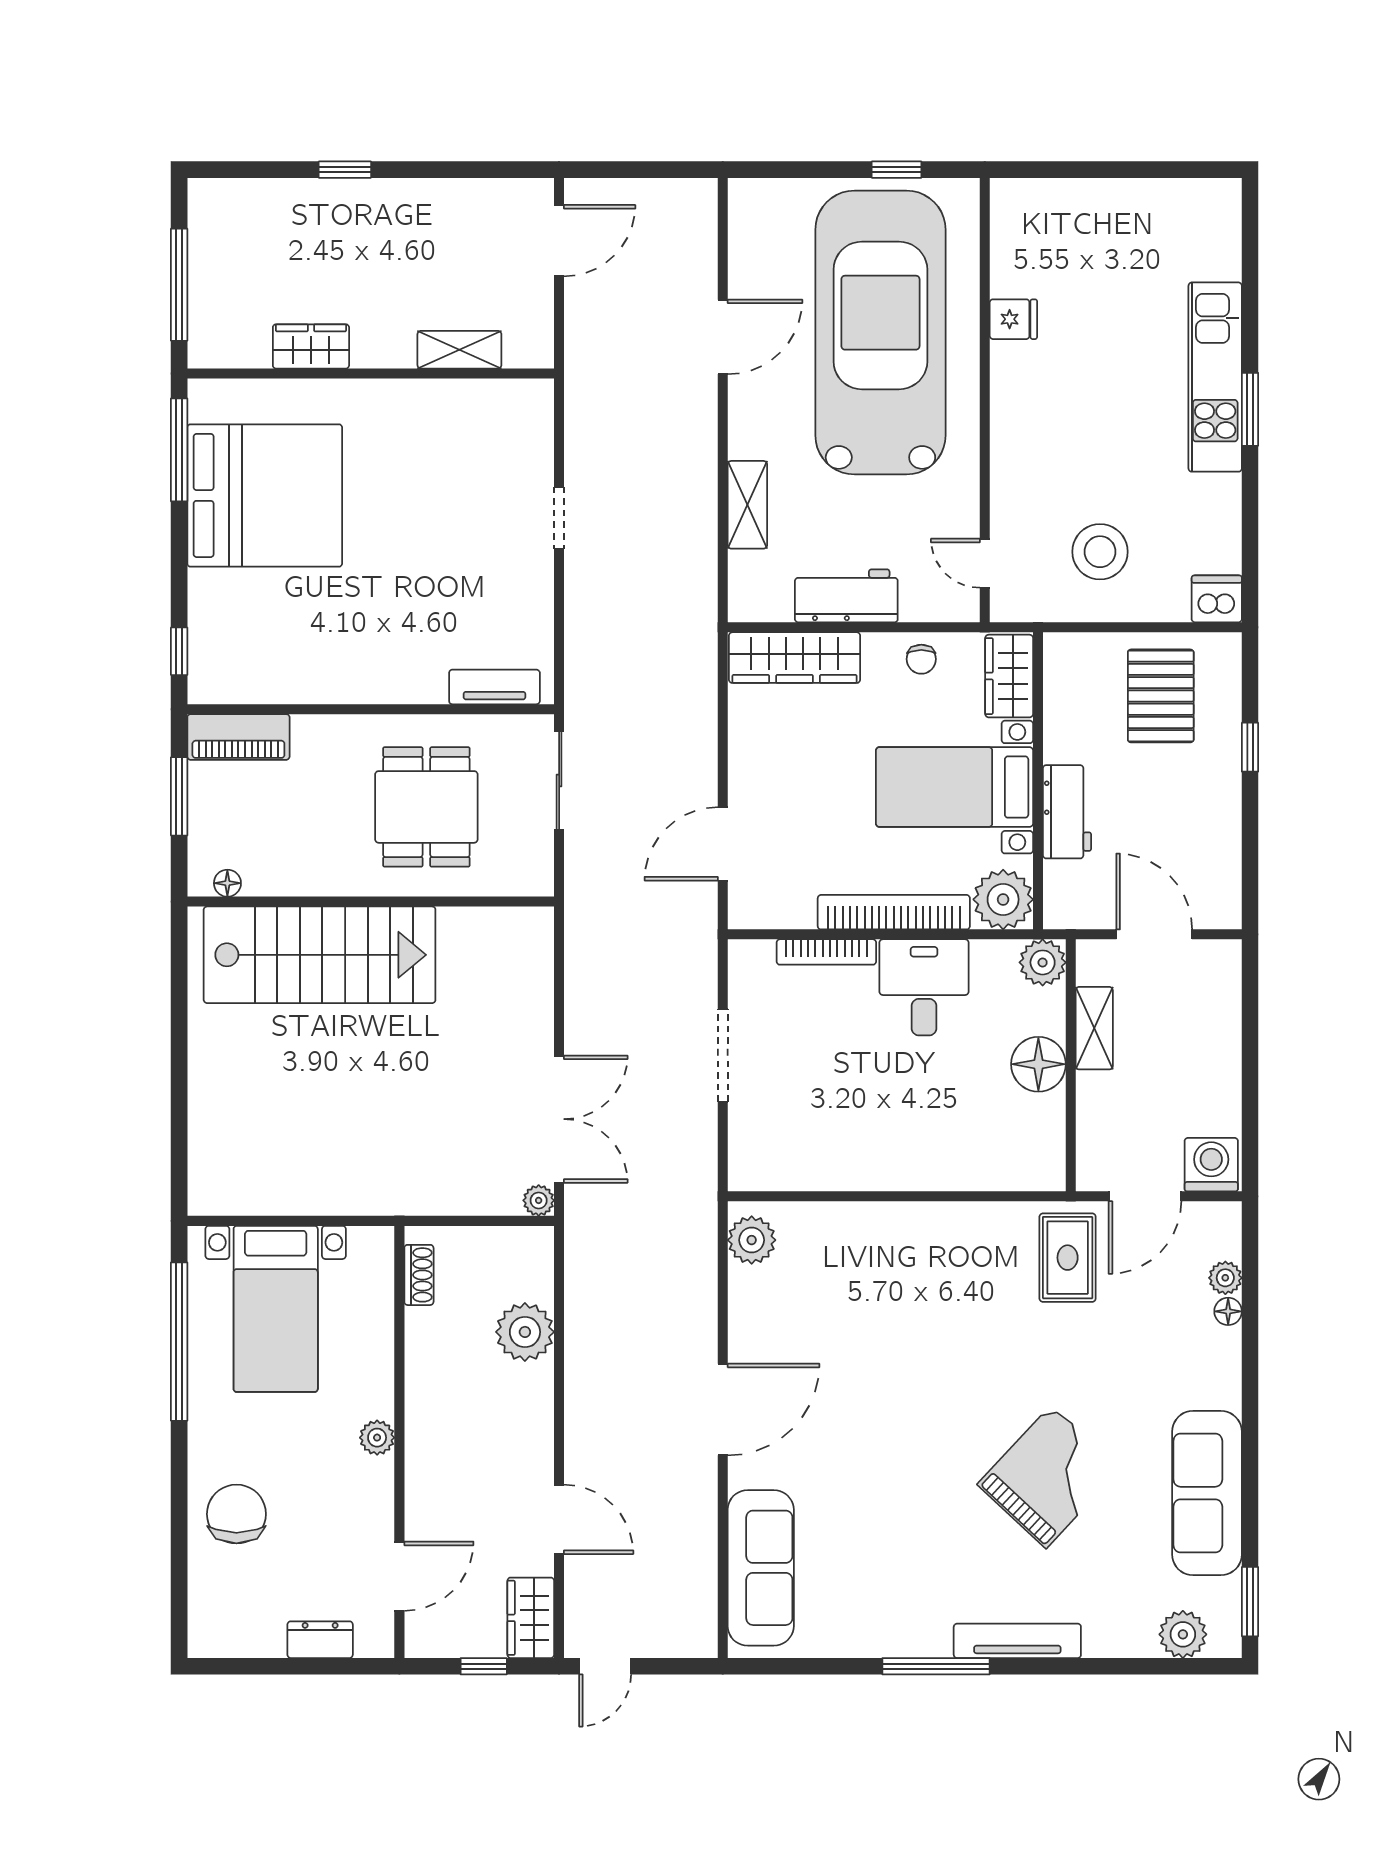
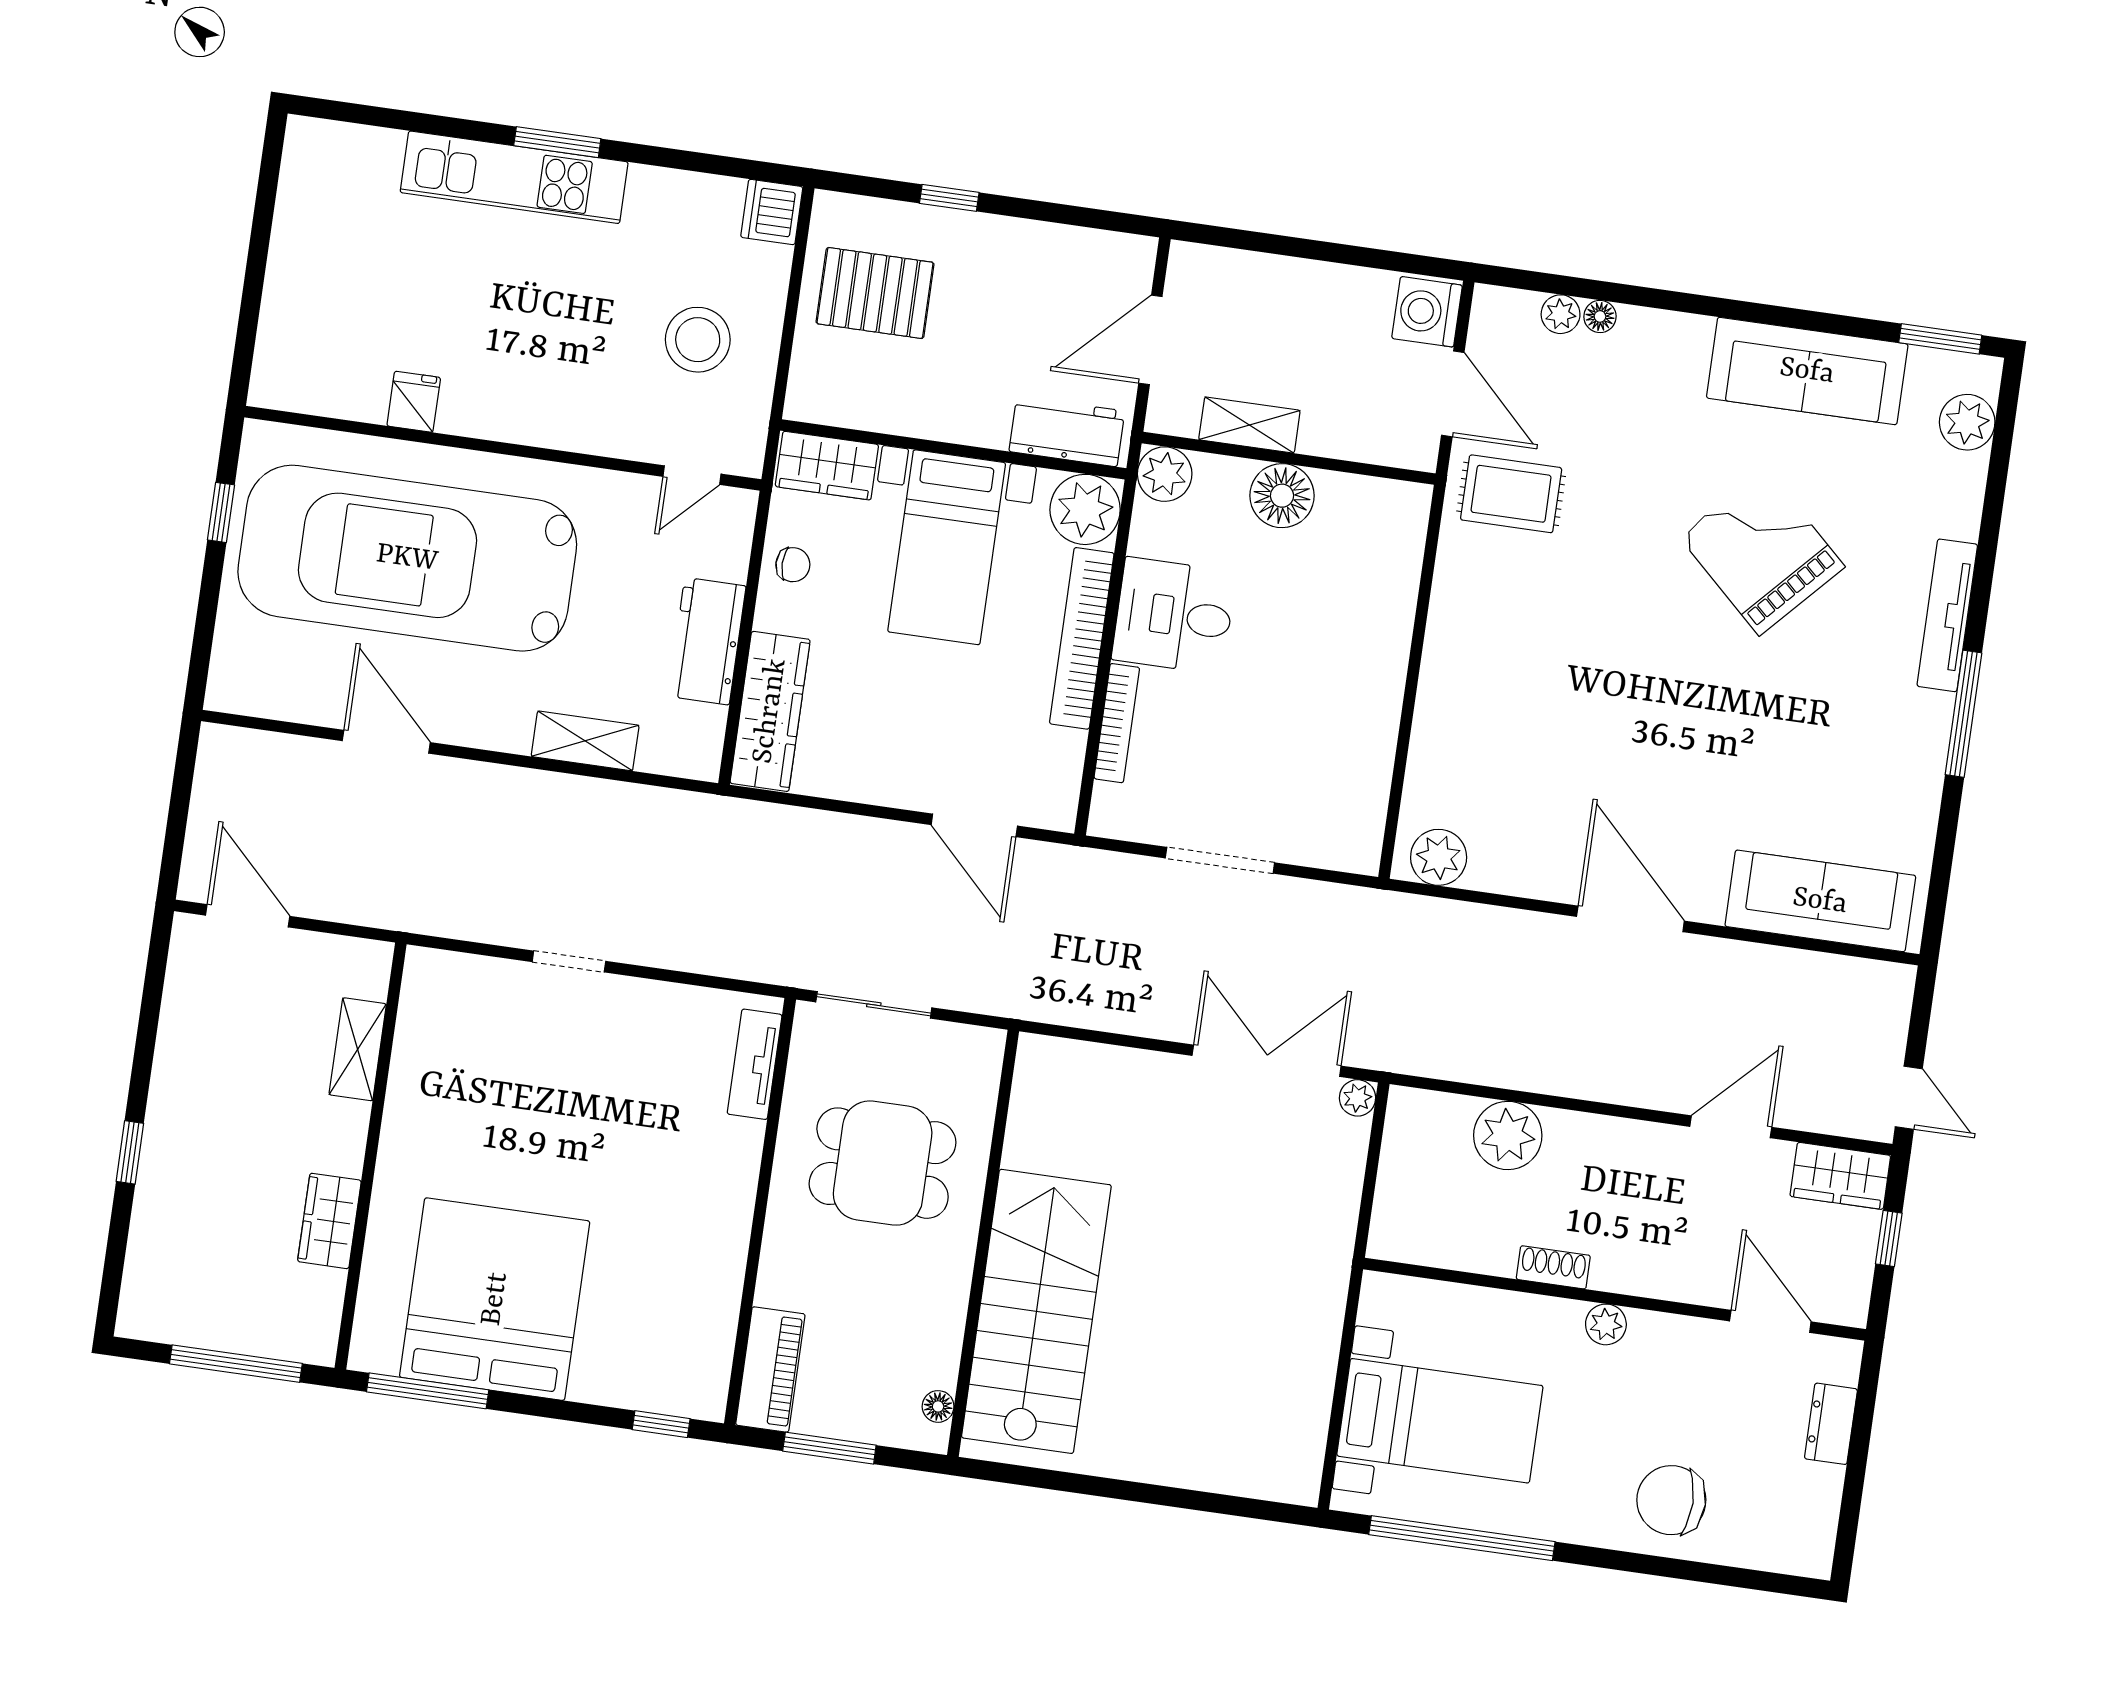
workbench: (1067, 812) -> (1067, 431), moved
shoe rack: (419, 1275) -> (1553, 1267), moved

